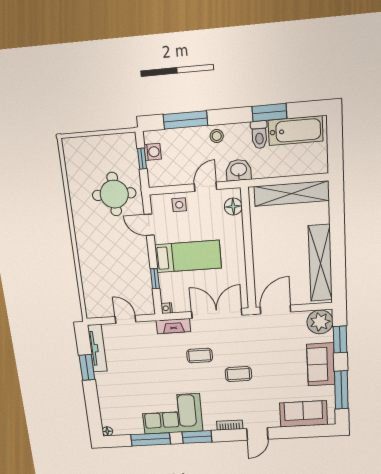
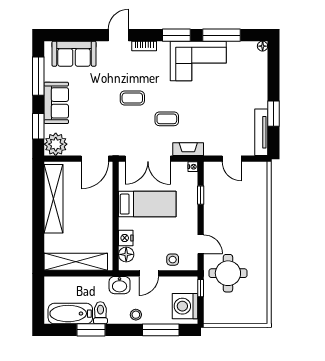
washing machine: (153, 152) -> (185, 306), width x1.89, depth x1.89
window: (142, 159) -> (201, 288), moved
nightstand: (235, 225) -> (126, 238), added
bed: (188, 256) -> (147, 204), moved, turned 180

